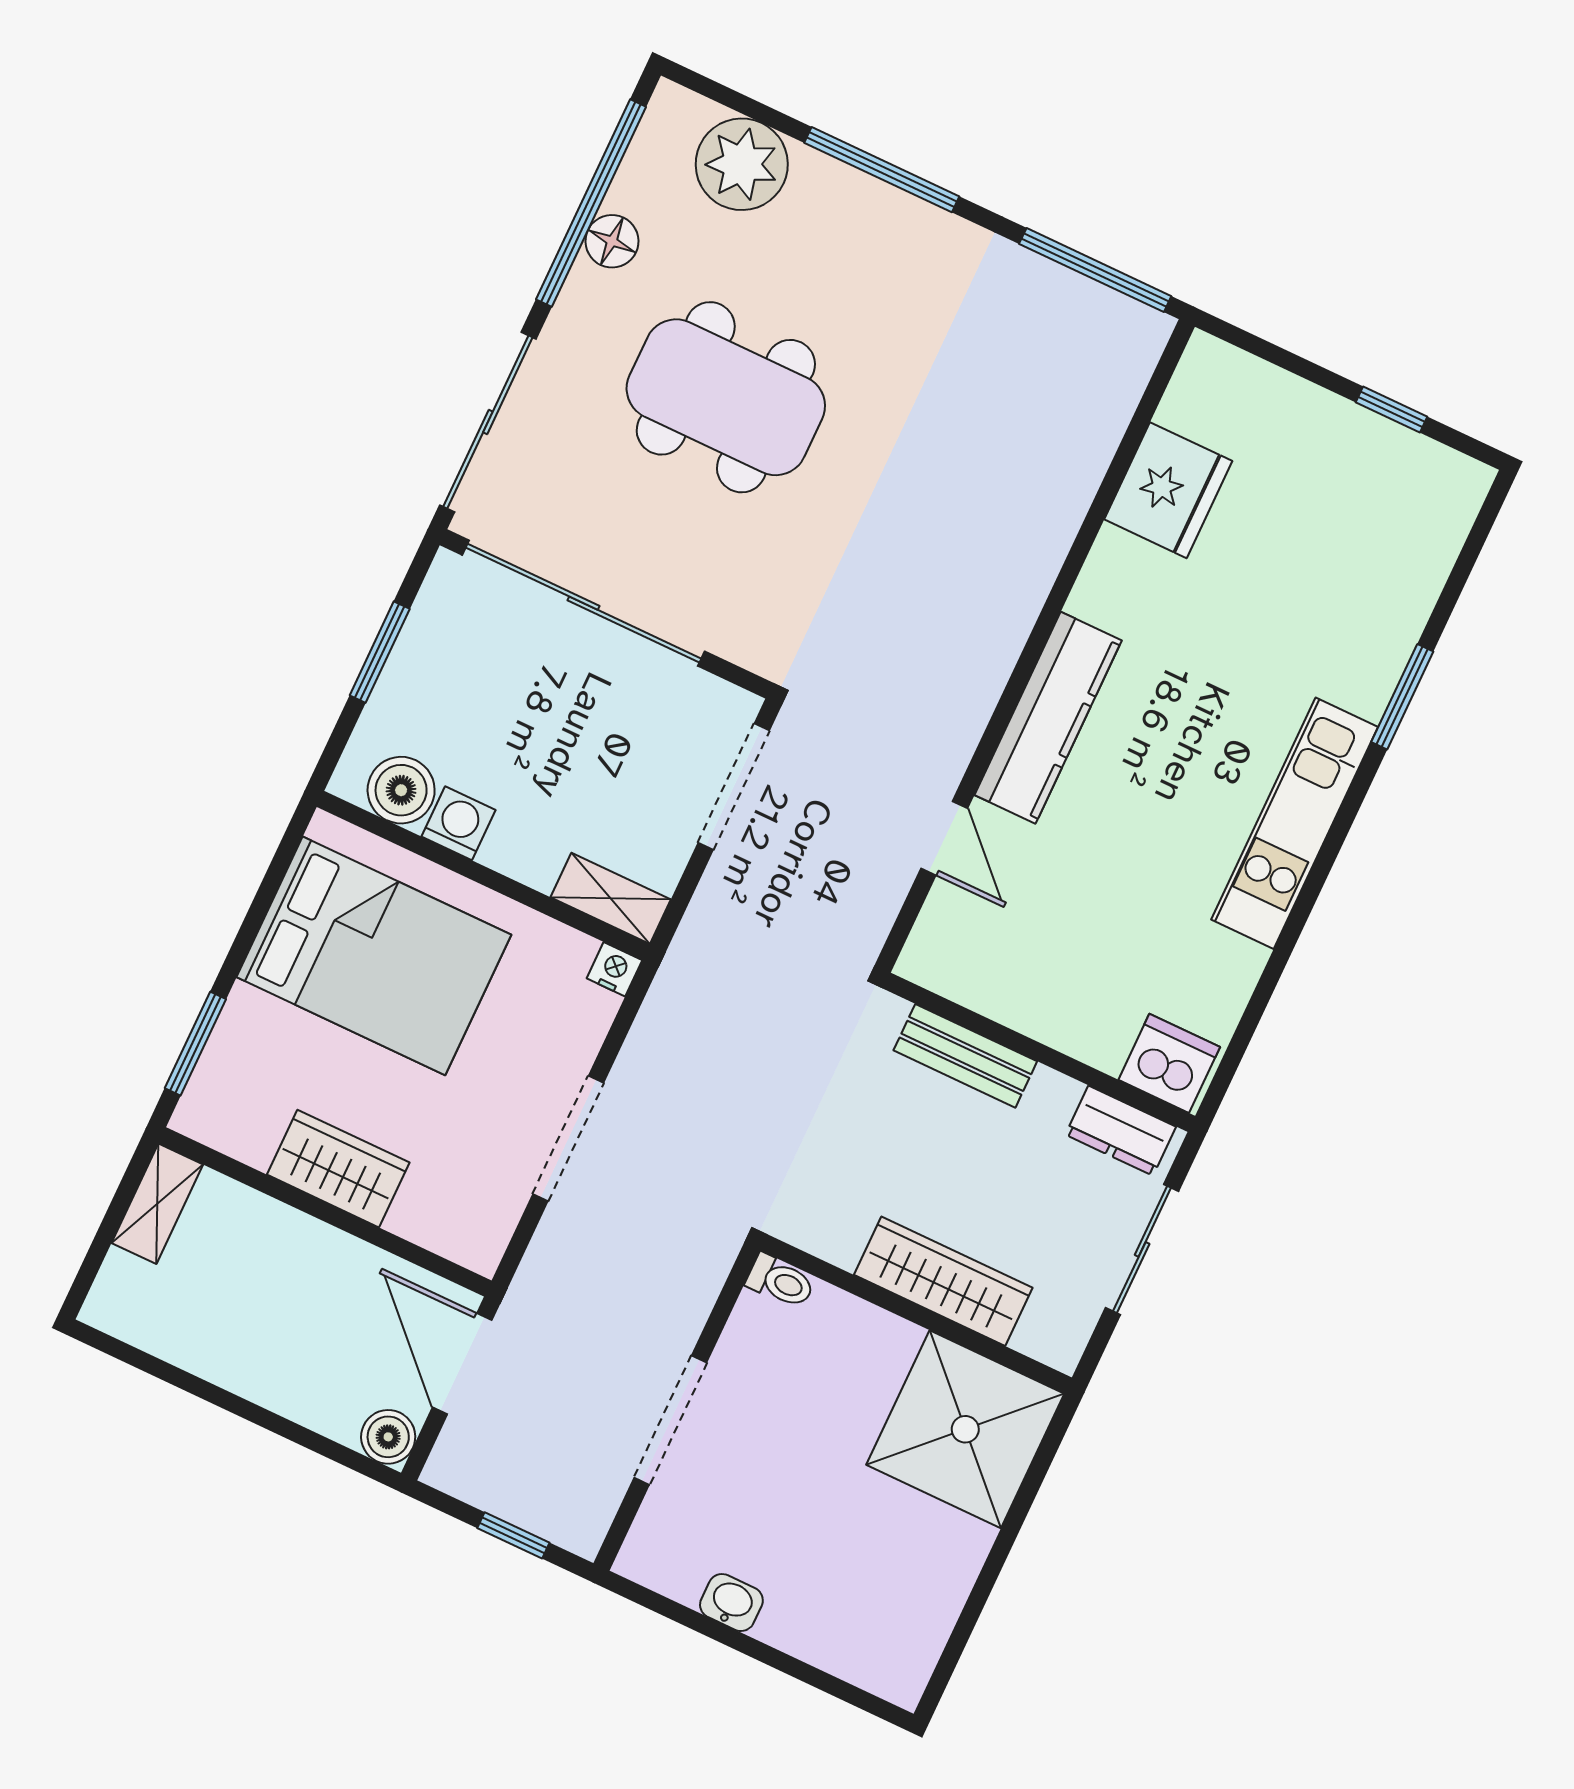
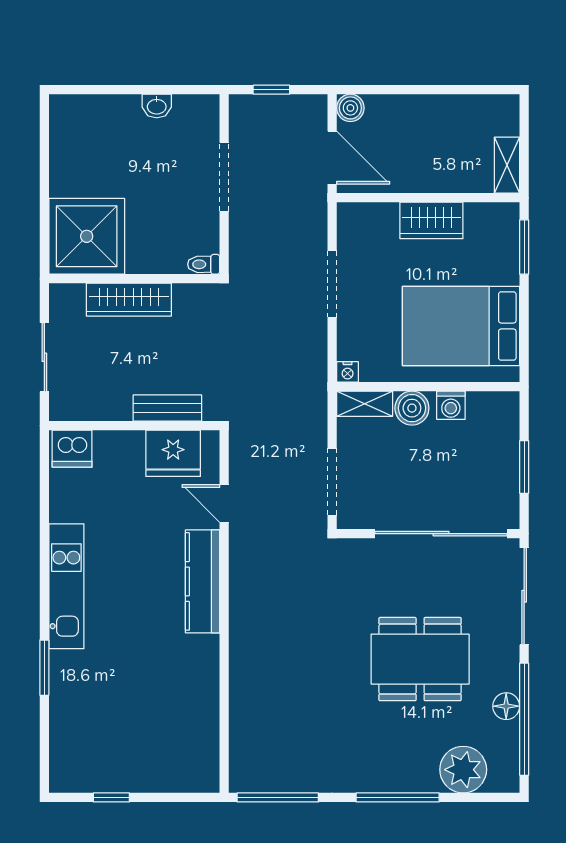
fridge: (1168, 490) -> (173, 453), moved, turned -90
boiler: (401, 790) -> (412, 408), moved
dresser: (1121, 1131) -> (80, 407), removed

